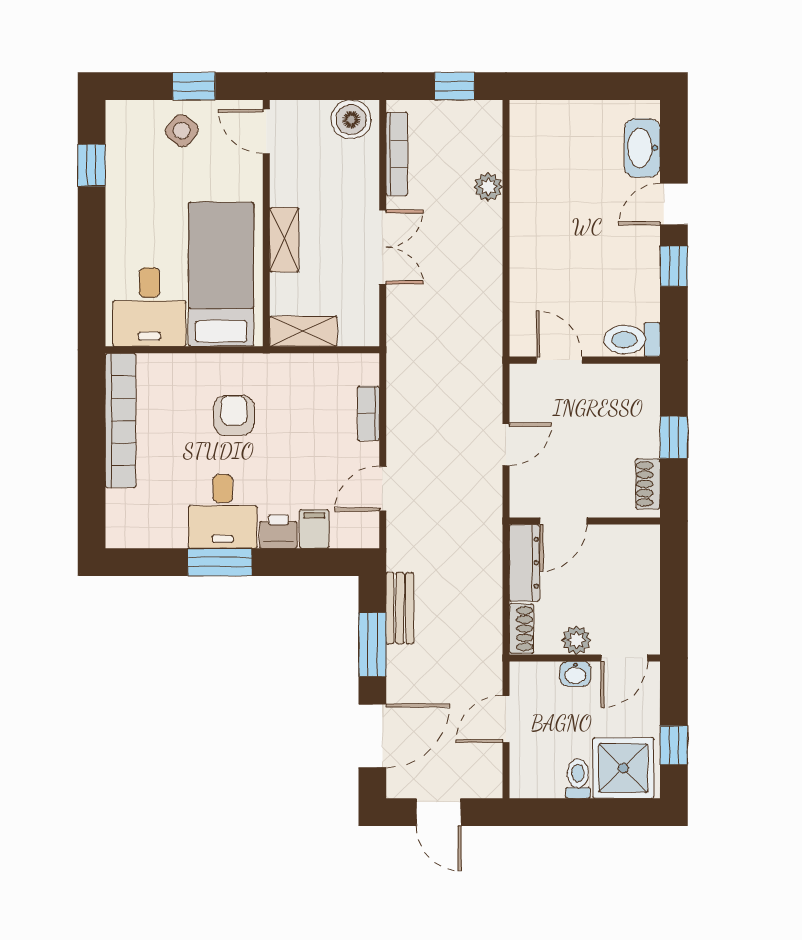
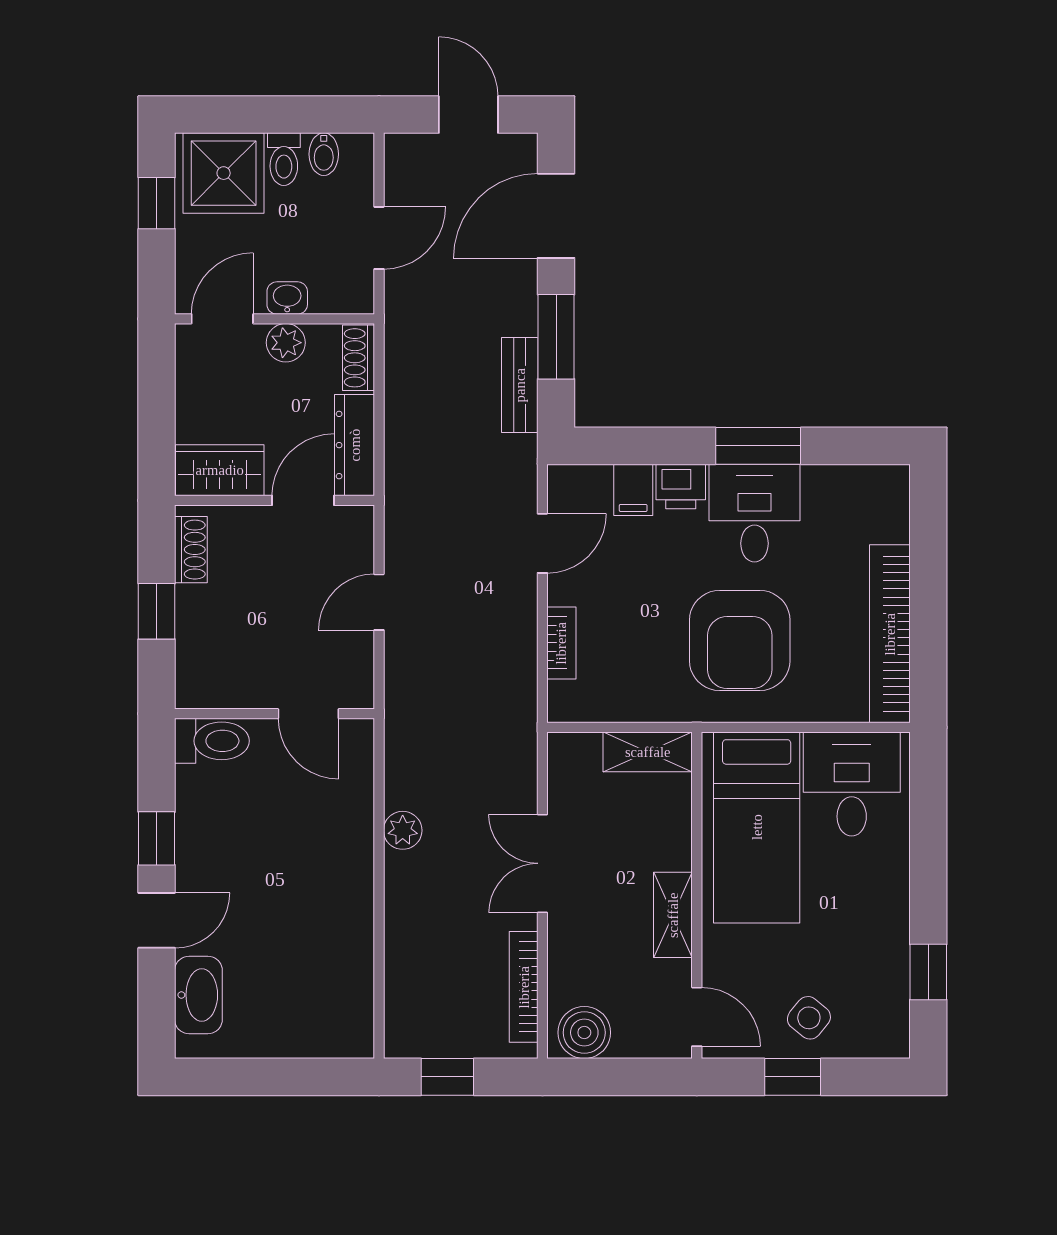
plant: (488, 187) -> (403, 830), moved
shelving: (284, 240) -> (673, 915), moved
armchair: (234, 415) -> (740, 640), width x1.88, depth x1.88
wardrobe: (626, 544) -> (220, 470), added
bidet: (548, 782) -> (324, 154), added

